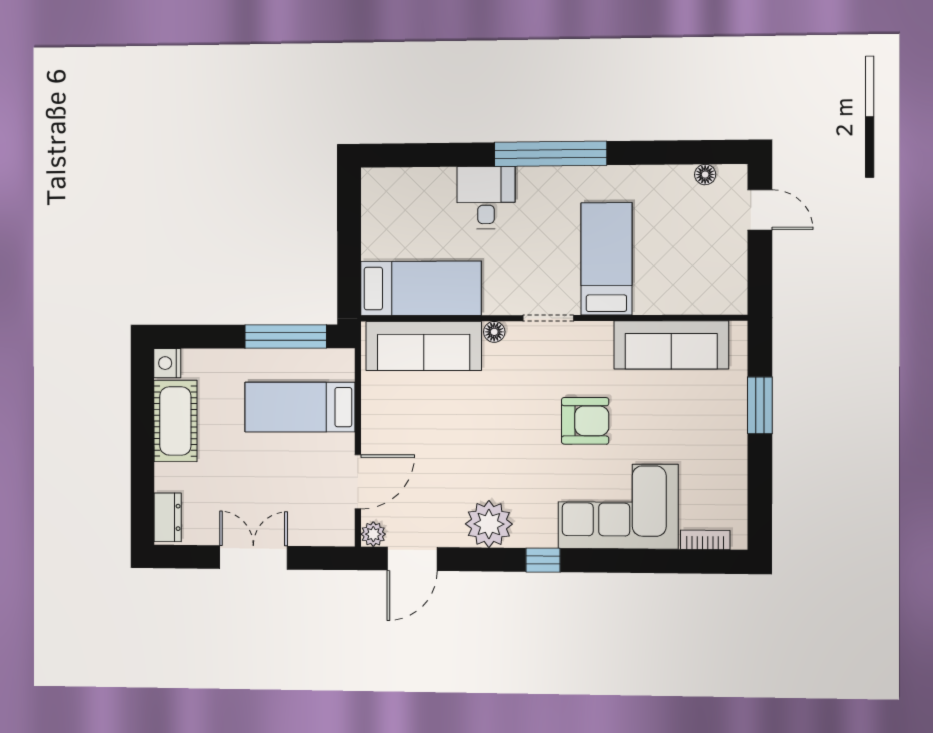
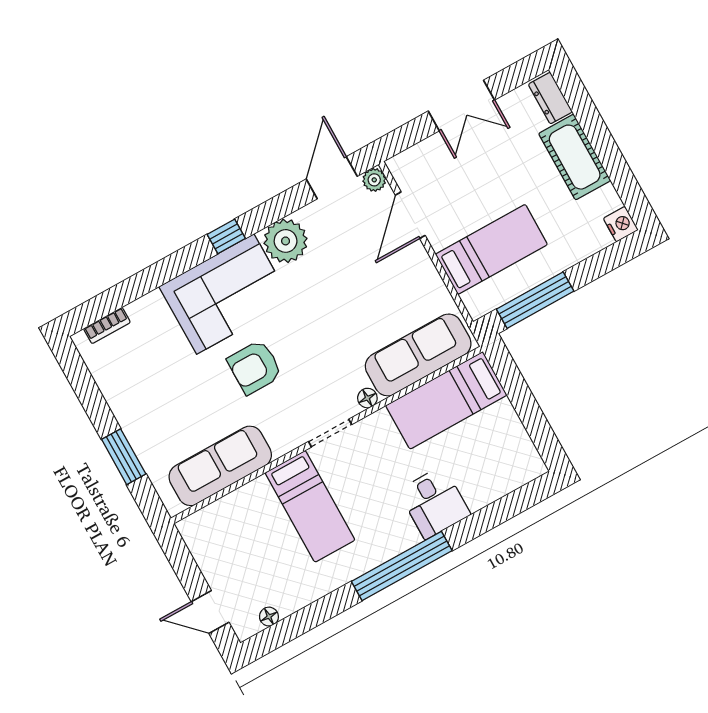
cot: (175, 421) -> (575, 157), moved
corner sofa: (618, 506) -> (225, 294), moved

